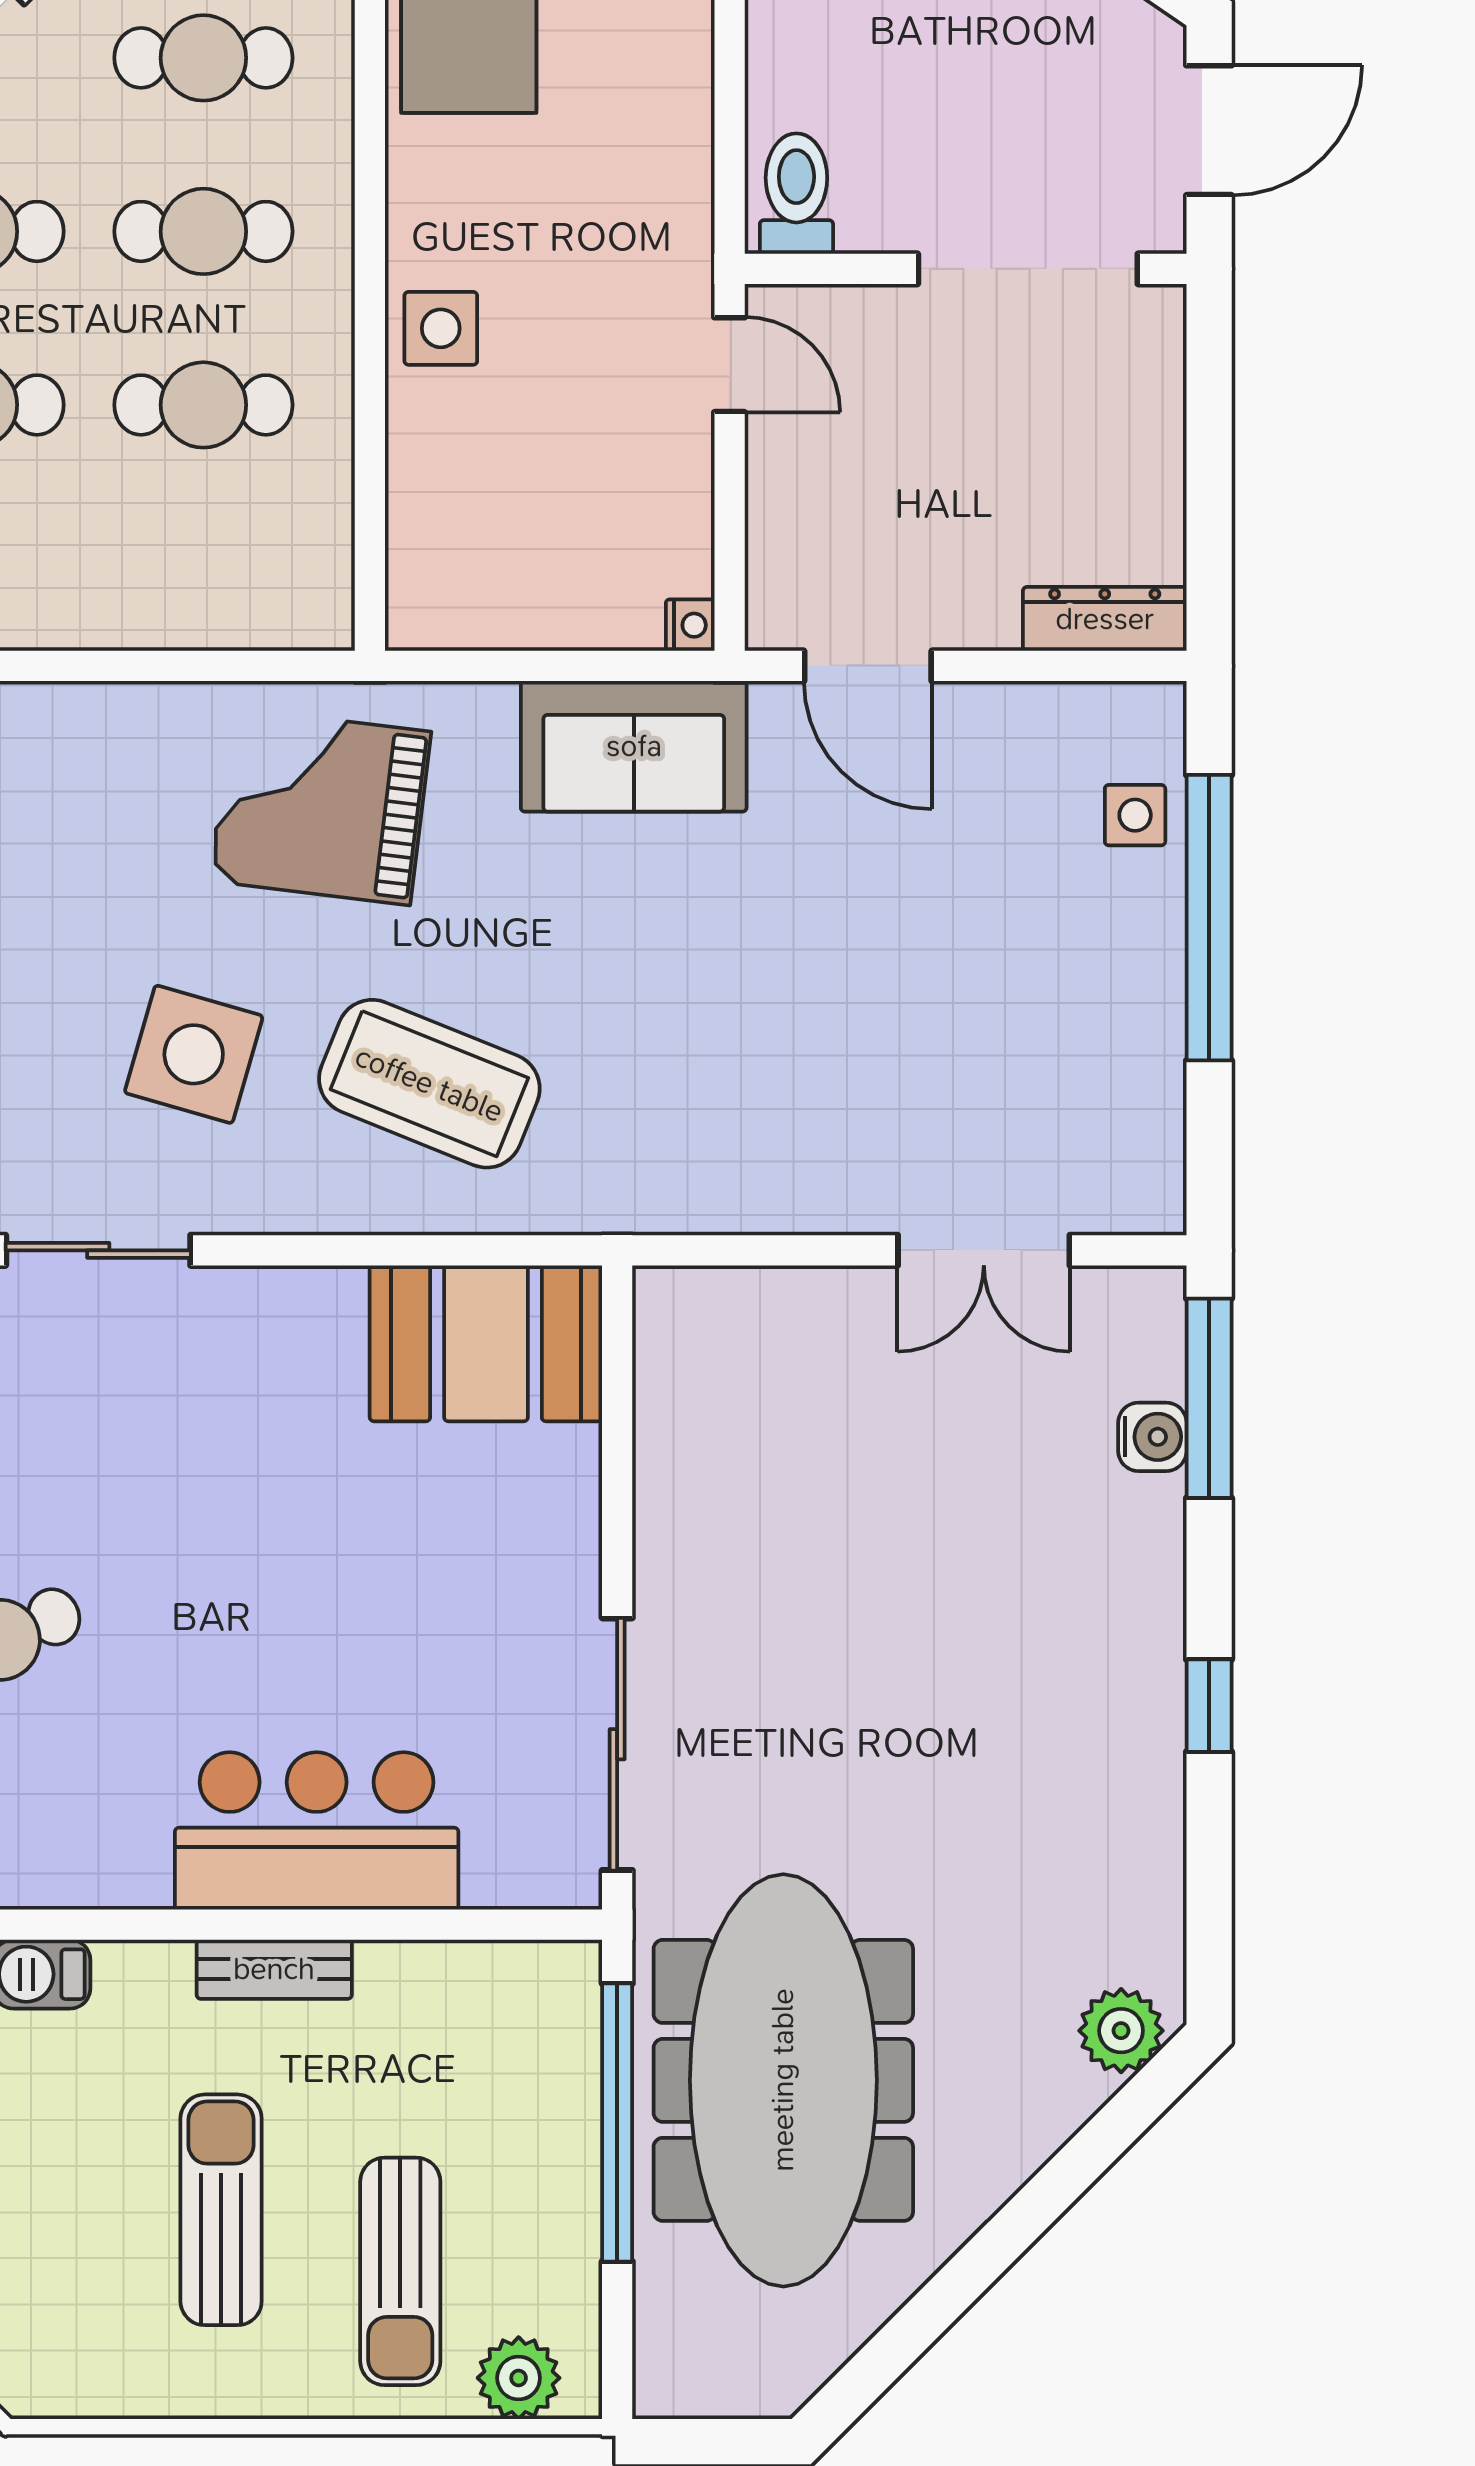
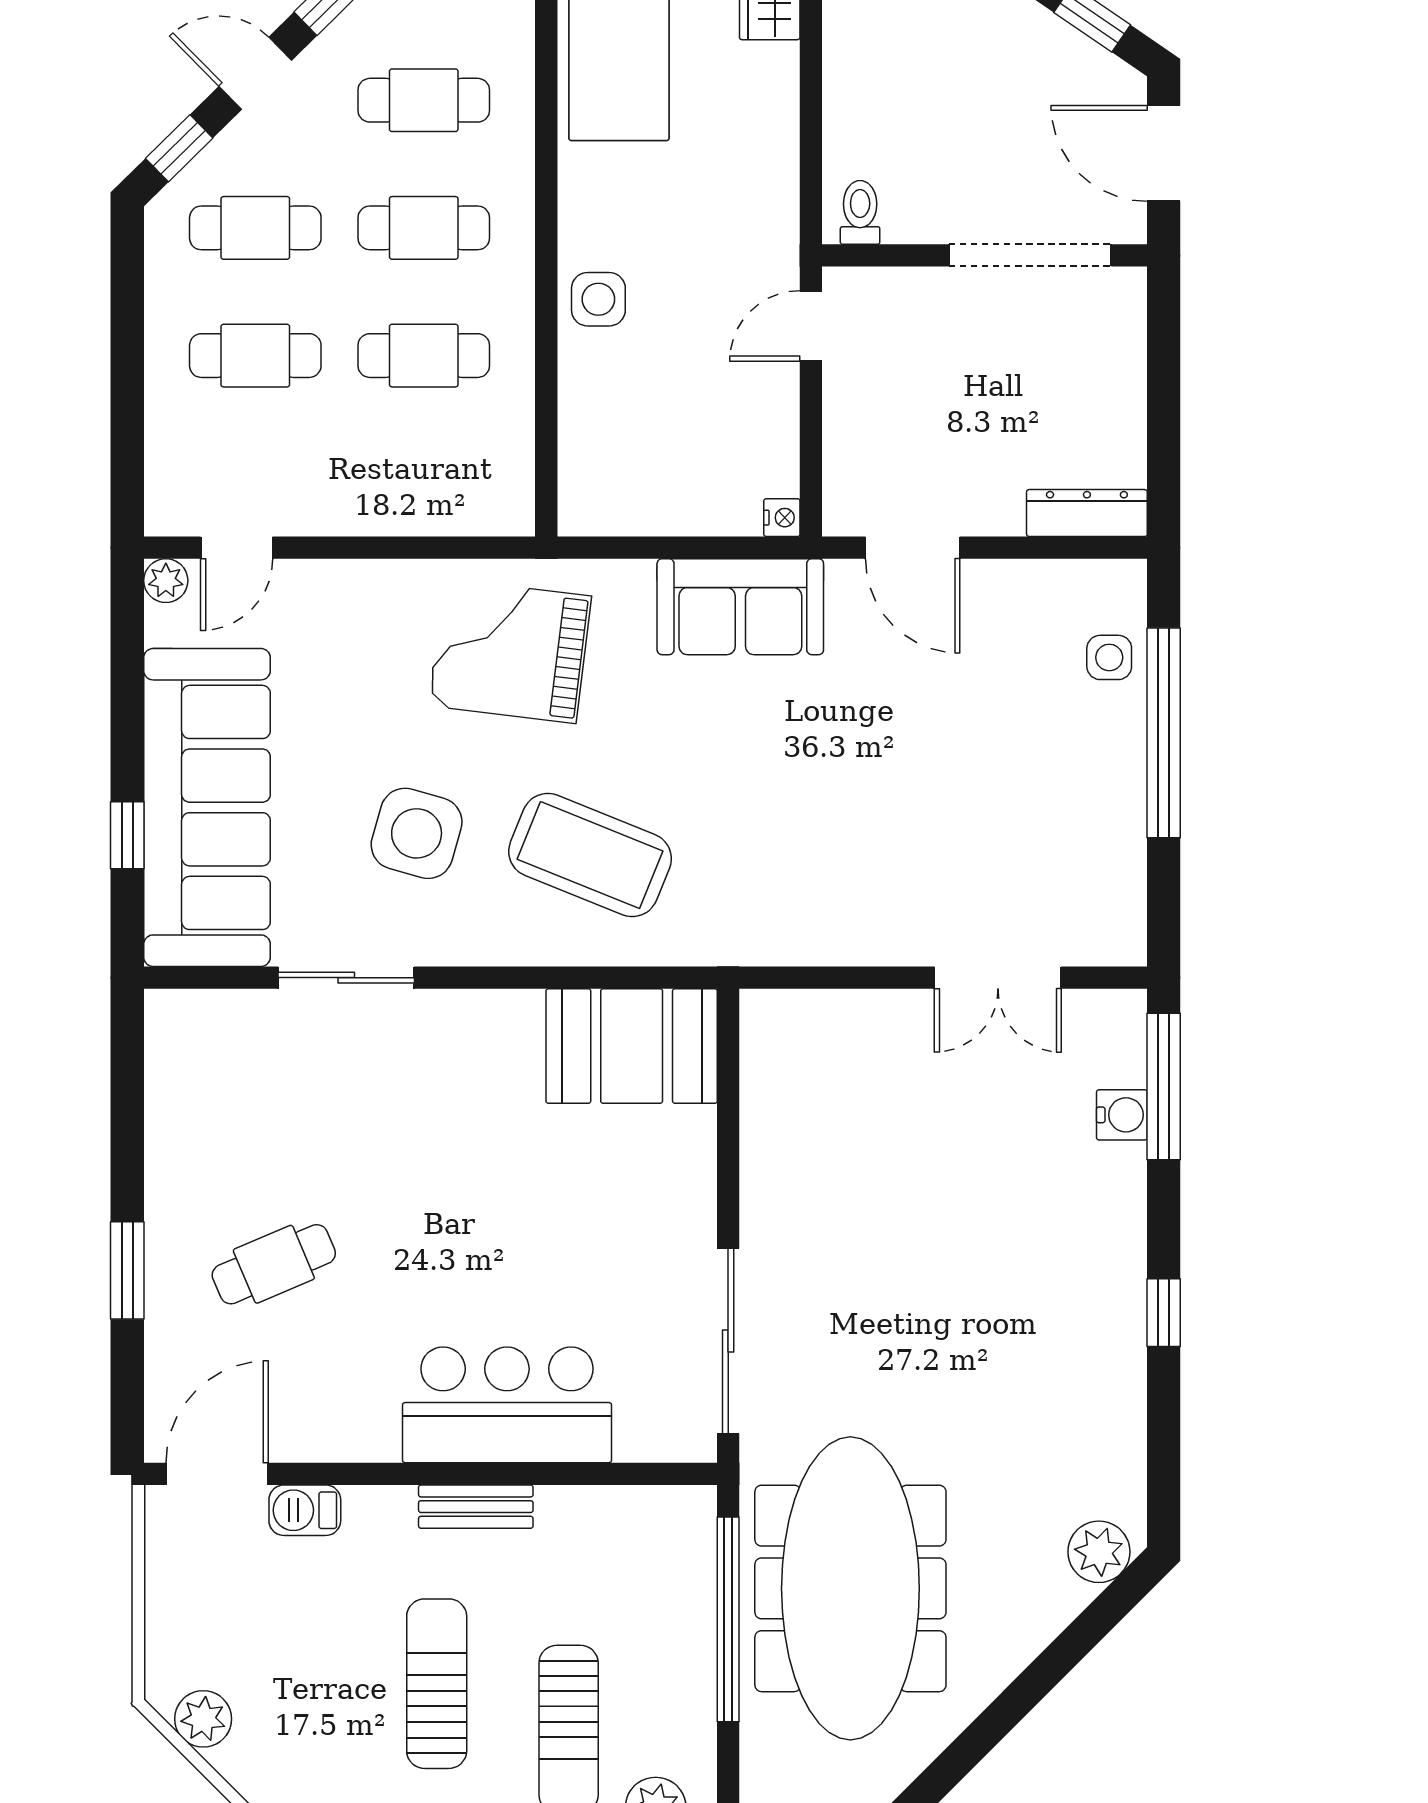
door: (1209, 130) -> (1164, 153), swing flipped
toilet: (796, 194) -> (860, 212), width x0.73, depth x0.72
door: (730, 365) -> (811, 326), swing flipped

